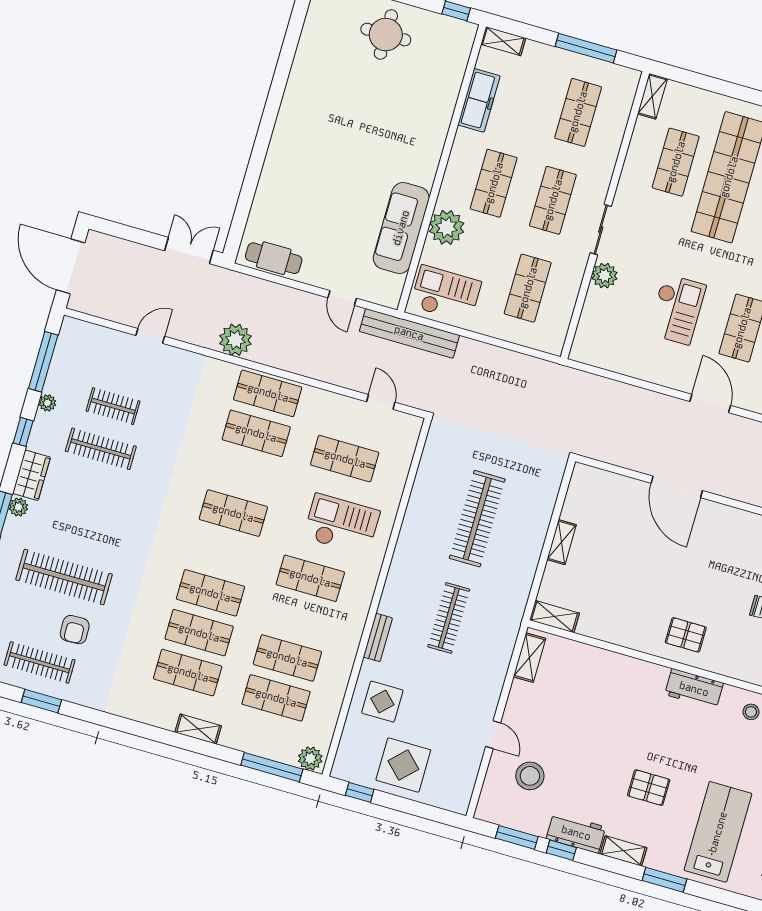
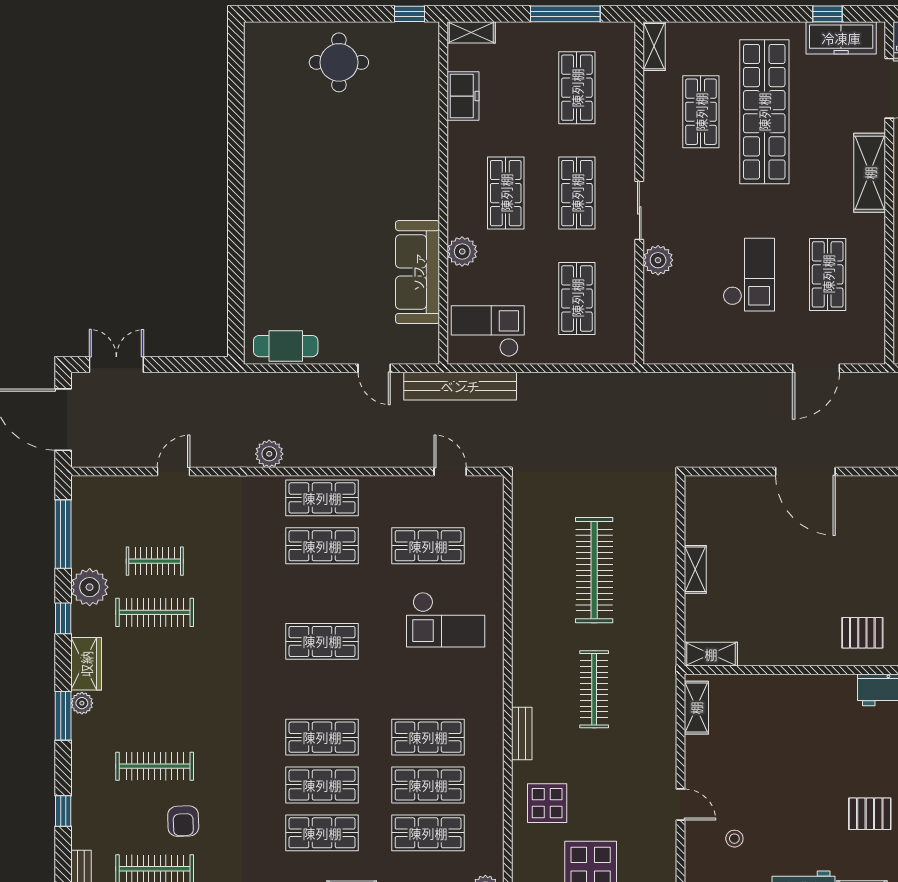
freezer: (479, 100) -> (463, 96), width x0.71
plant: (447, 227) -> (462, 252), width x0.73, depth x0.73
double door: (189, 250) -> (116, 364), moved
plant: (235, 340) -> (269, 454), width x0.73, depth x0.73
plant: (47, 403) -> (90, 587), width x1.88, depth x1.88
door: (710, 403) -> (816, 368), swing flipped
checkout: (342, 524) -> (446, 620), turned 180
clothes rail: (64, 577) -> (155, 766), width x0.73, depth x0.76
shop shelf: (310, 578) -> (428, 737), moved
stool: (530, 776) -> (734, 839), width x0.53, depth x0.53

